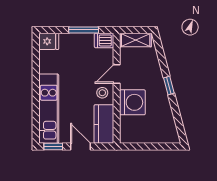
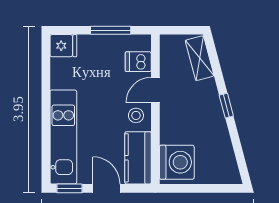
dishwasher: (104, 40) -> (138, 62), moved
shelving: (136, 40) -> (200, 58), moved, turned 75
washing machine: (132, 102) -> (177, 162), moved

